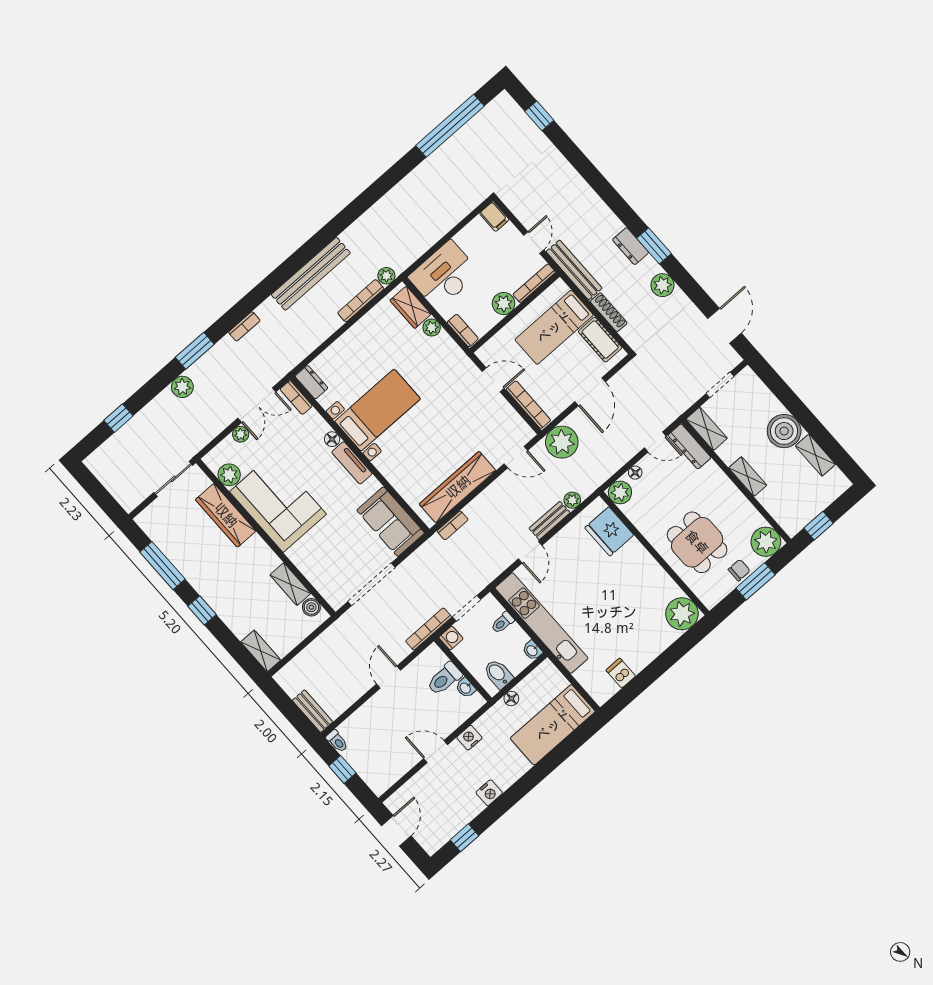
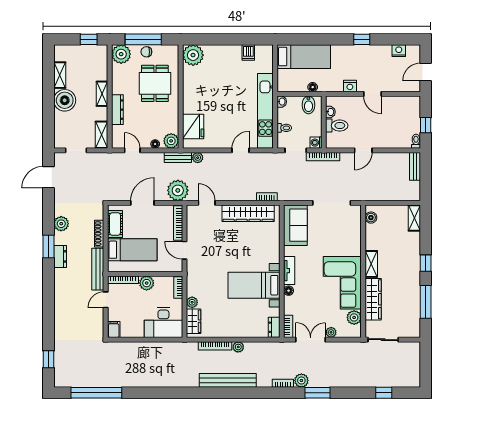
plant: (386, 276) -> (238, 347), moved
plant: (182, 387) -> (301, 380), moved
dresser: (689, 446) -> (117, 110), moved
bench: (550, 521) -> (178, 157), moved
window: (755, 581) -> (143, 39), width x1.44
shelving: (290, 584) -> (371, 264), moved
nightstand: (489, 793) -> (399, 51), moved
window: (464, 838) -> (362, 39), moved

